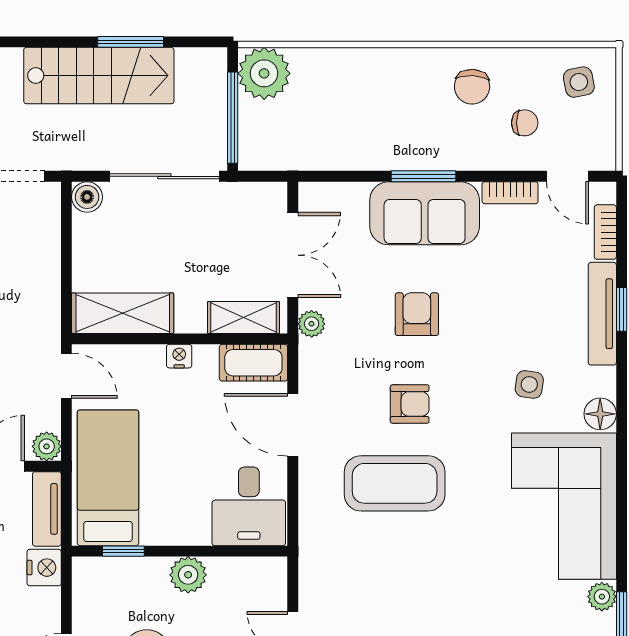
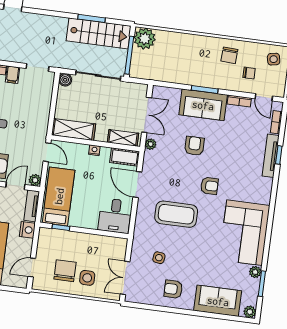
stairs: (99, 76) -> (99, 33), moved
side table: (529, 384) -> (159, 258), moved
armchair: (410, 404) -> (209, 186), moved
floor lamp: (600, 414) -> (264, 197), removed
plant: (188, 575) -> (86, 241), removed

